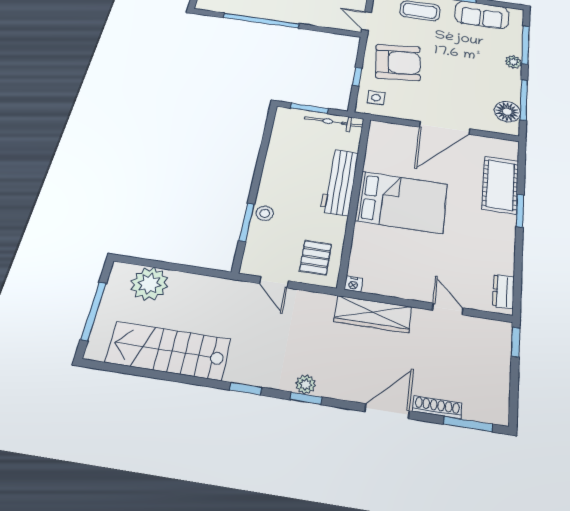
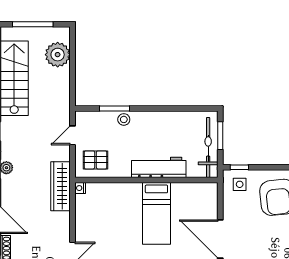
window: (357, 77) -> (239, 167), moved
bicycle: (334, 122) -> (208, 147), width x1.37, depth x1.40
bed: (402, 202) -> (156, 213), width x0.67
wardrobe: (373, 314) -> (61, 186), moved

